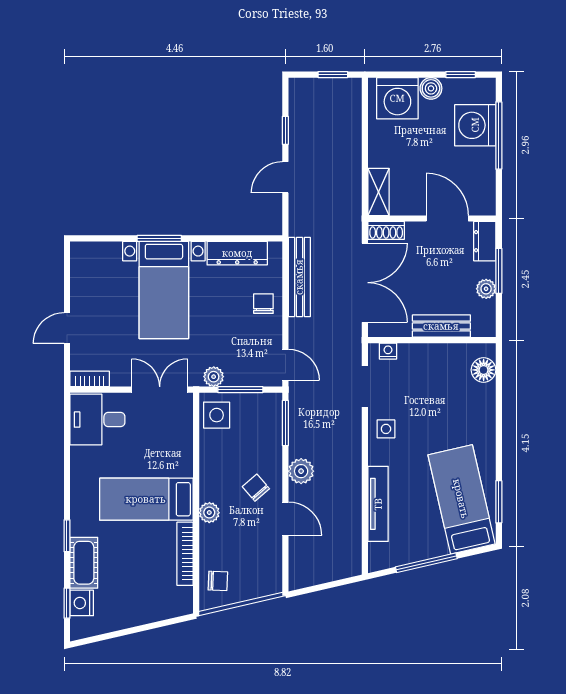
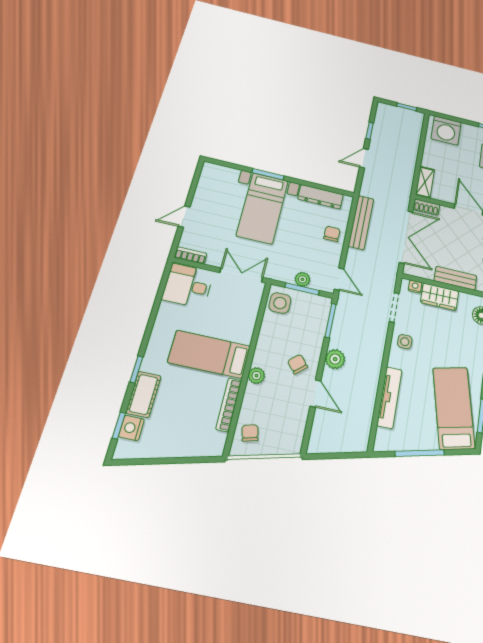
boiler: (431, 88) -> (468, 130), removed
wardrobe: (423, 357) -> (440, 297), added
plant: (214, 377) -> (302, 279), moved
chair: (218, 581) -> (250, 433), turned -106

